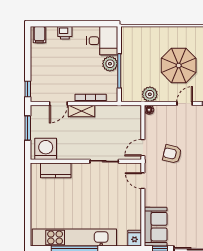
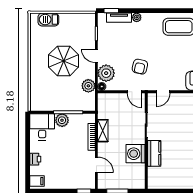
shelving: (82, 111) -> (103, 131), moved
plant: (164, 115) -> (106, 73), added
washing machine: (46, 149) -> (136, 154), moved
kitchen counter: (56, 170) -> (154, 153), moved

